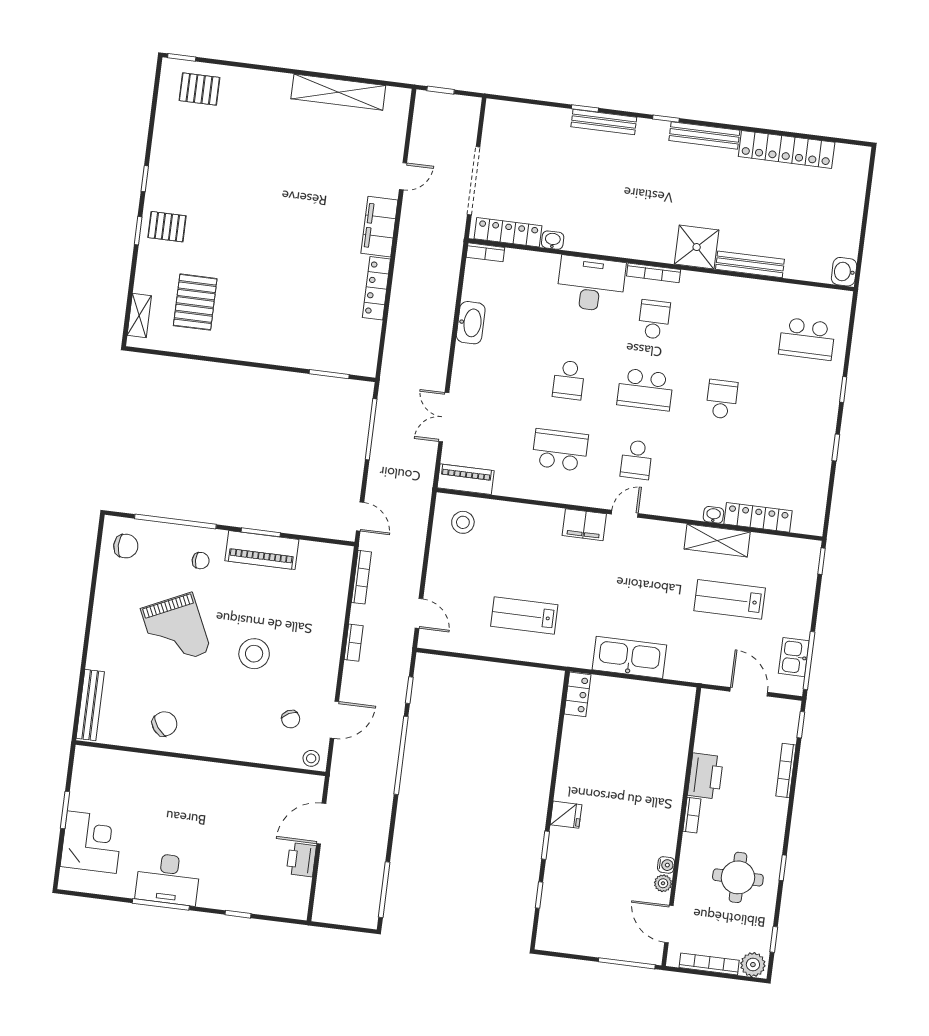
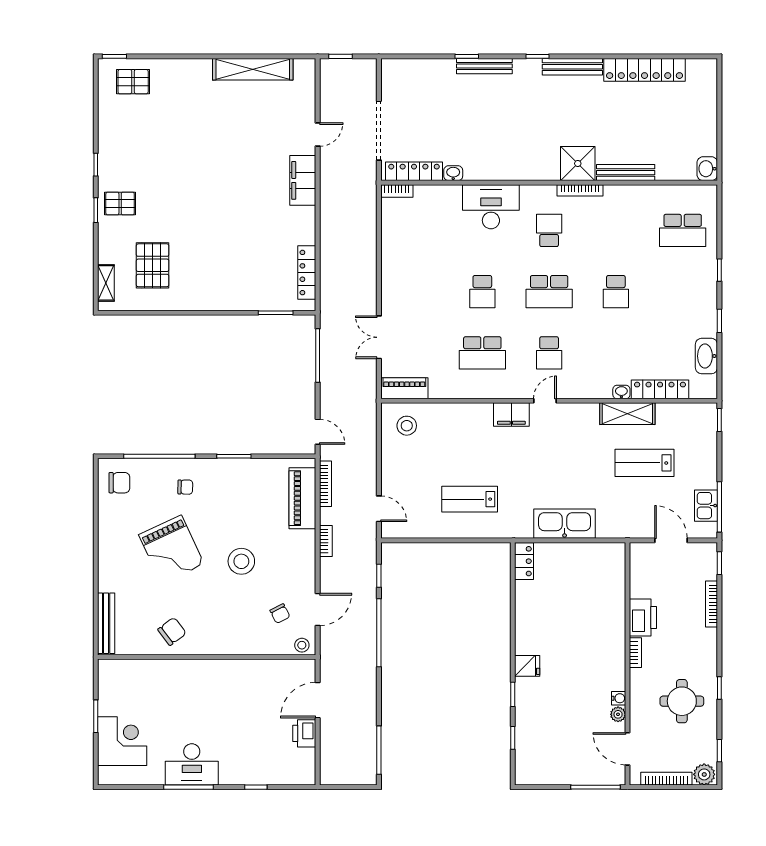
bookcase: (654, 273) -> (580, 190), moved
locker: (376, 288) -> (307, 273), moved
washbasin: (471, 323) -> (706, 356), moved, turned 180
school desk: (722, 399) -> (616, 292), turned 180
school desk: (560, 450) -> (482, 353), turned 180
piano: (262, 550) -> (302, 498), moved, turned 90

